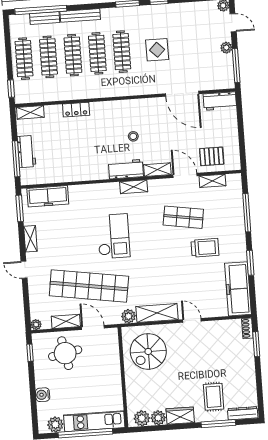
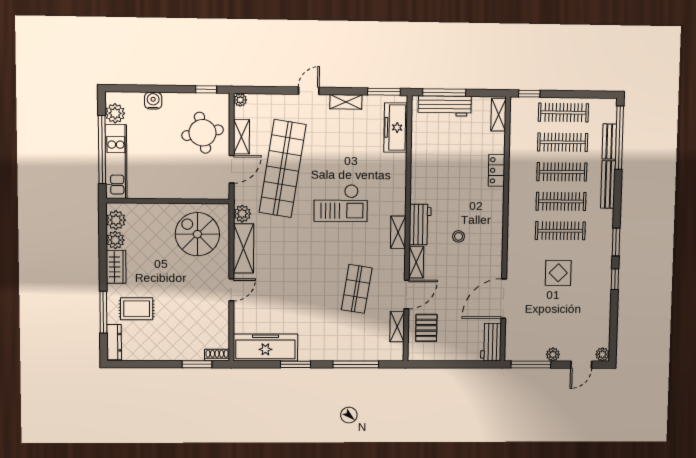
workbench: (27, 151) -> (445, 106), width x1.37
trolley: (205, 248) -> (318, 312), removed

